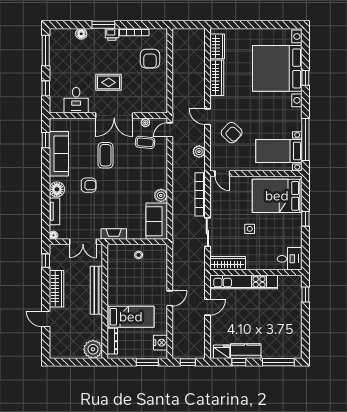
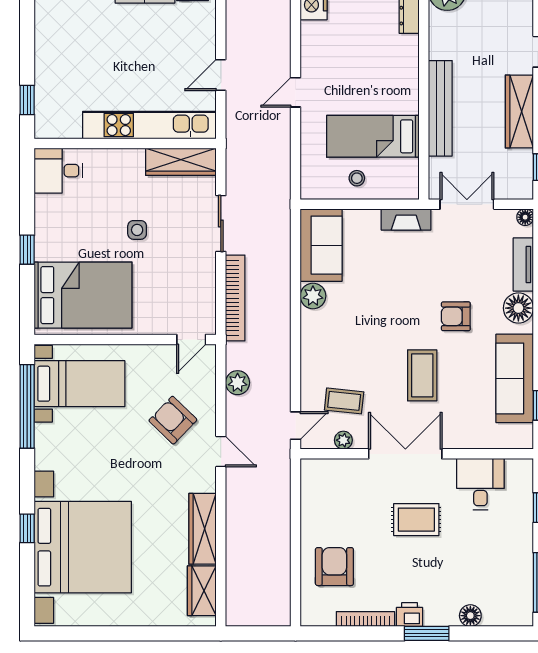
door: (222, 173) -> (191, 339), swing flipped
bed: (131, 317) -> (373, 136), moved

